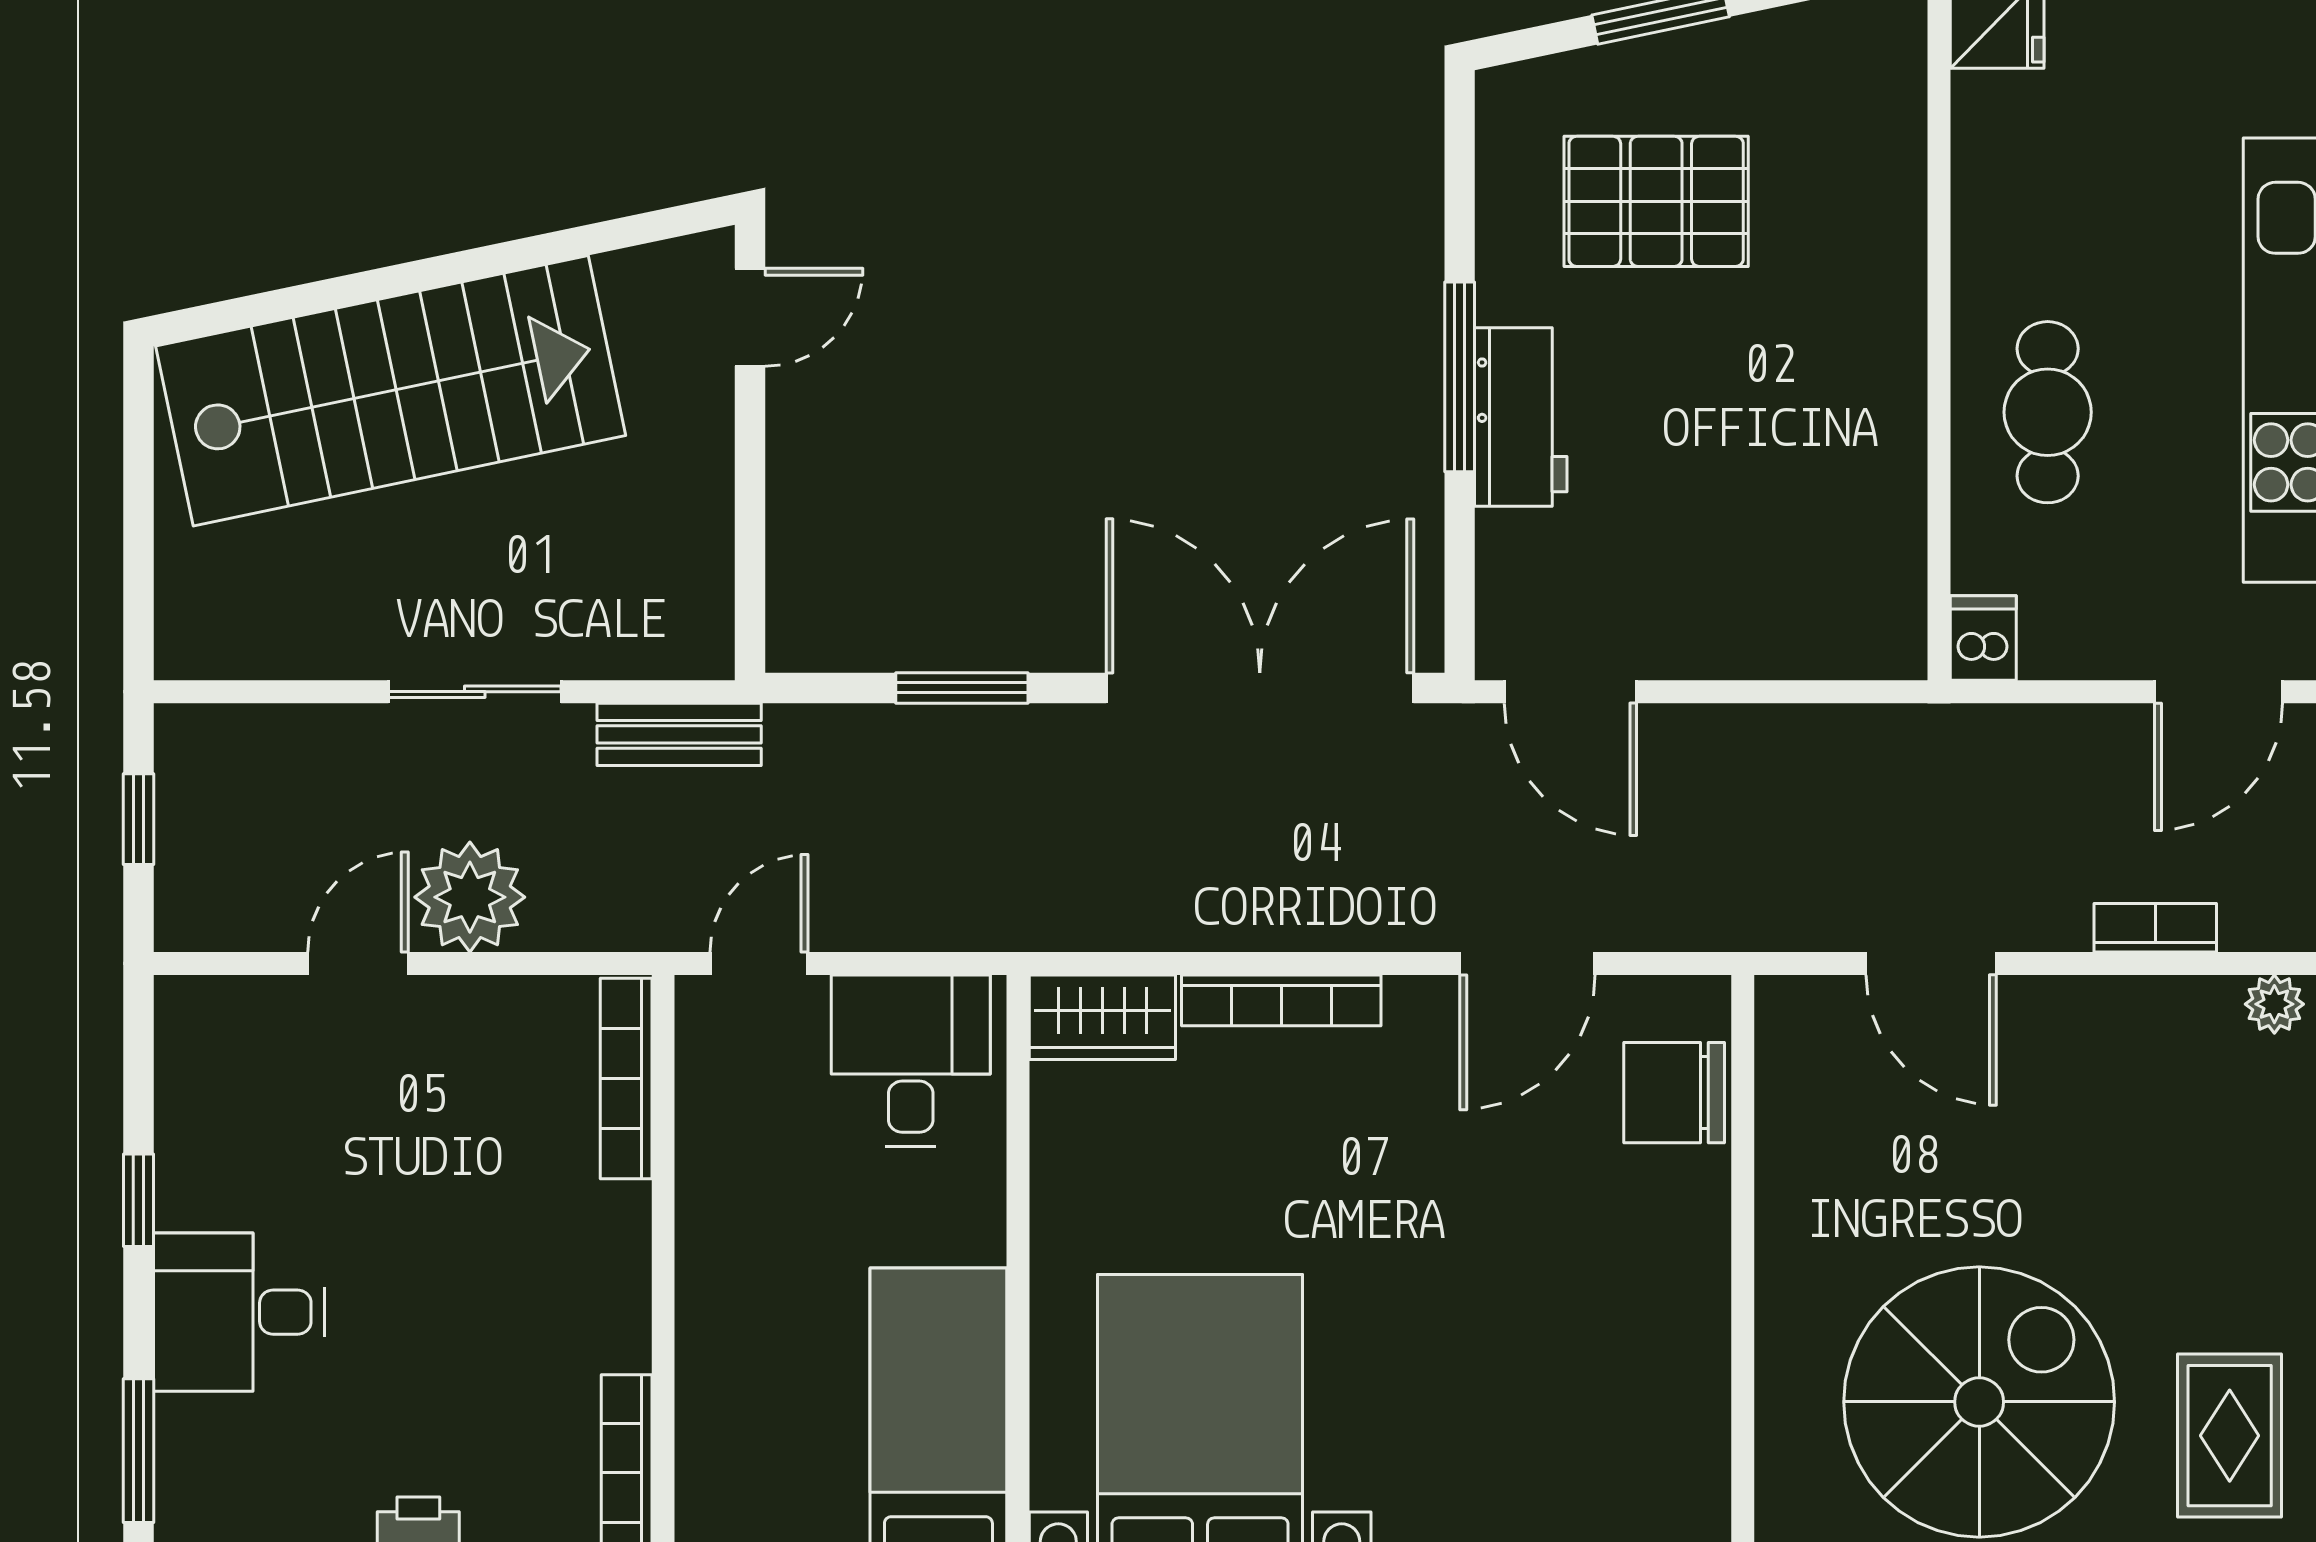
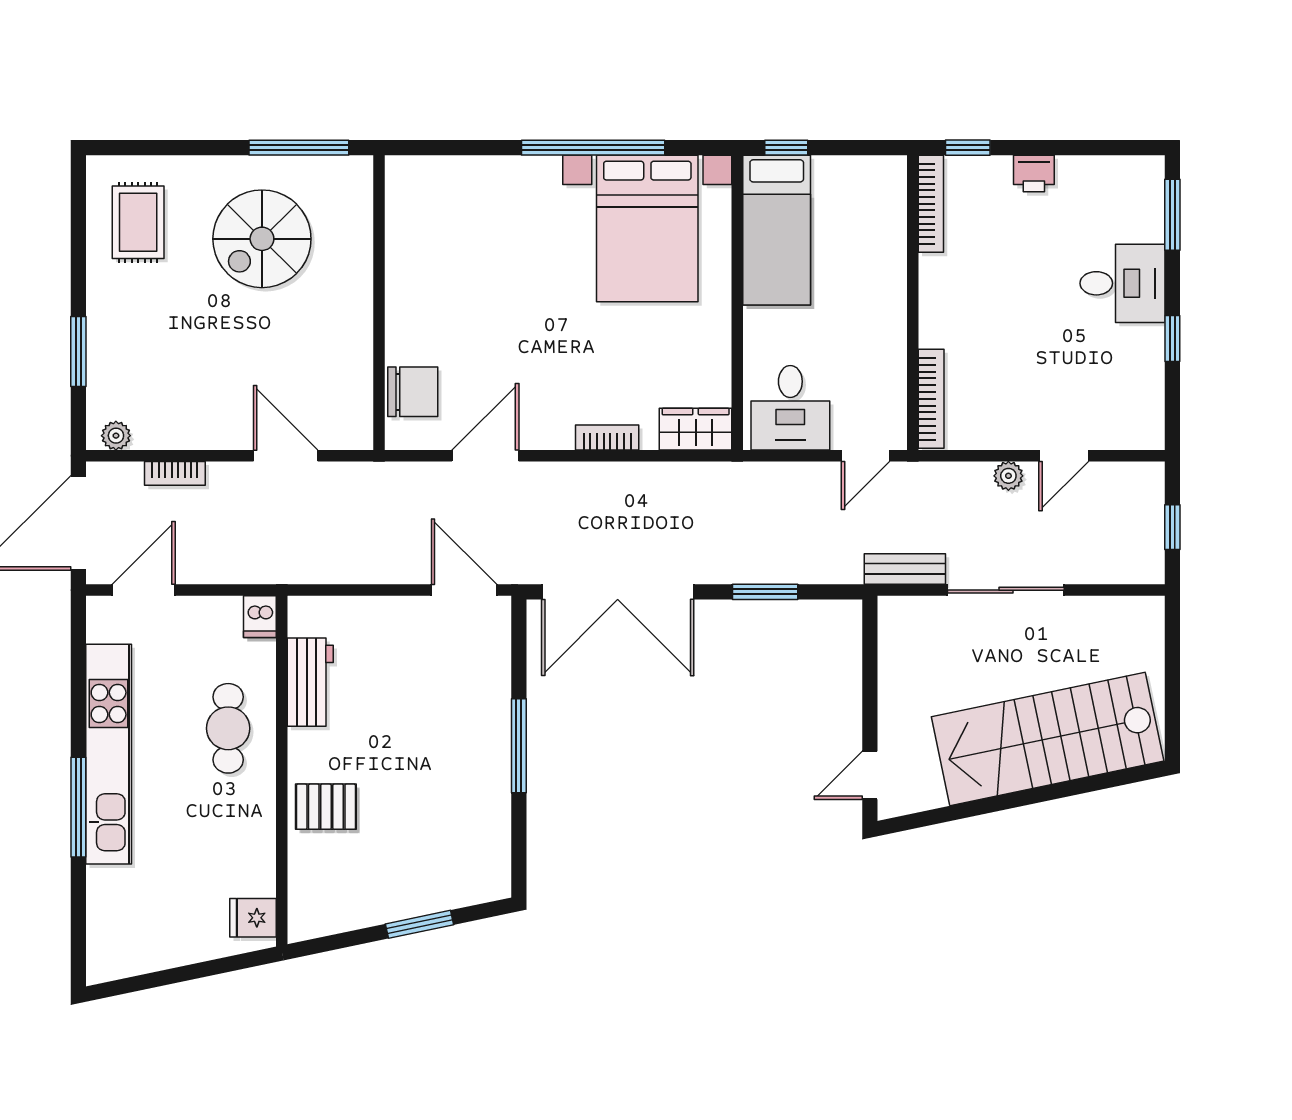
pallet: (1656, 201) -> (326, 807), moved, width x0.67, depth x0.71
workbench: (1521, 417) -> (310, 682), moved, turned 180
sliding door: (475, 692) -> (1006, 590), width x1.37
plant: (470, 897) -> (1008, 476), width x0.53, depth x0.53
bookcase: (1281, 1000) -> (607, 437), width x0.64
spiral stairs: (1979, 1402) -> (262, 239), width x0.73, depth x0.73

